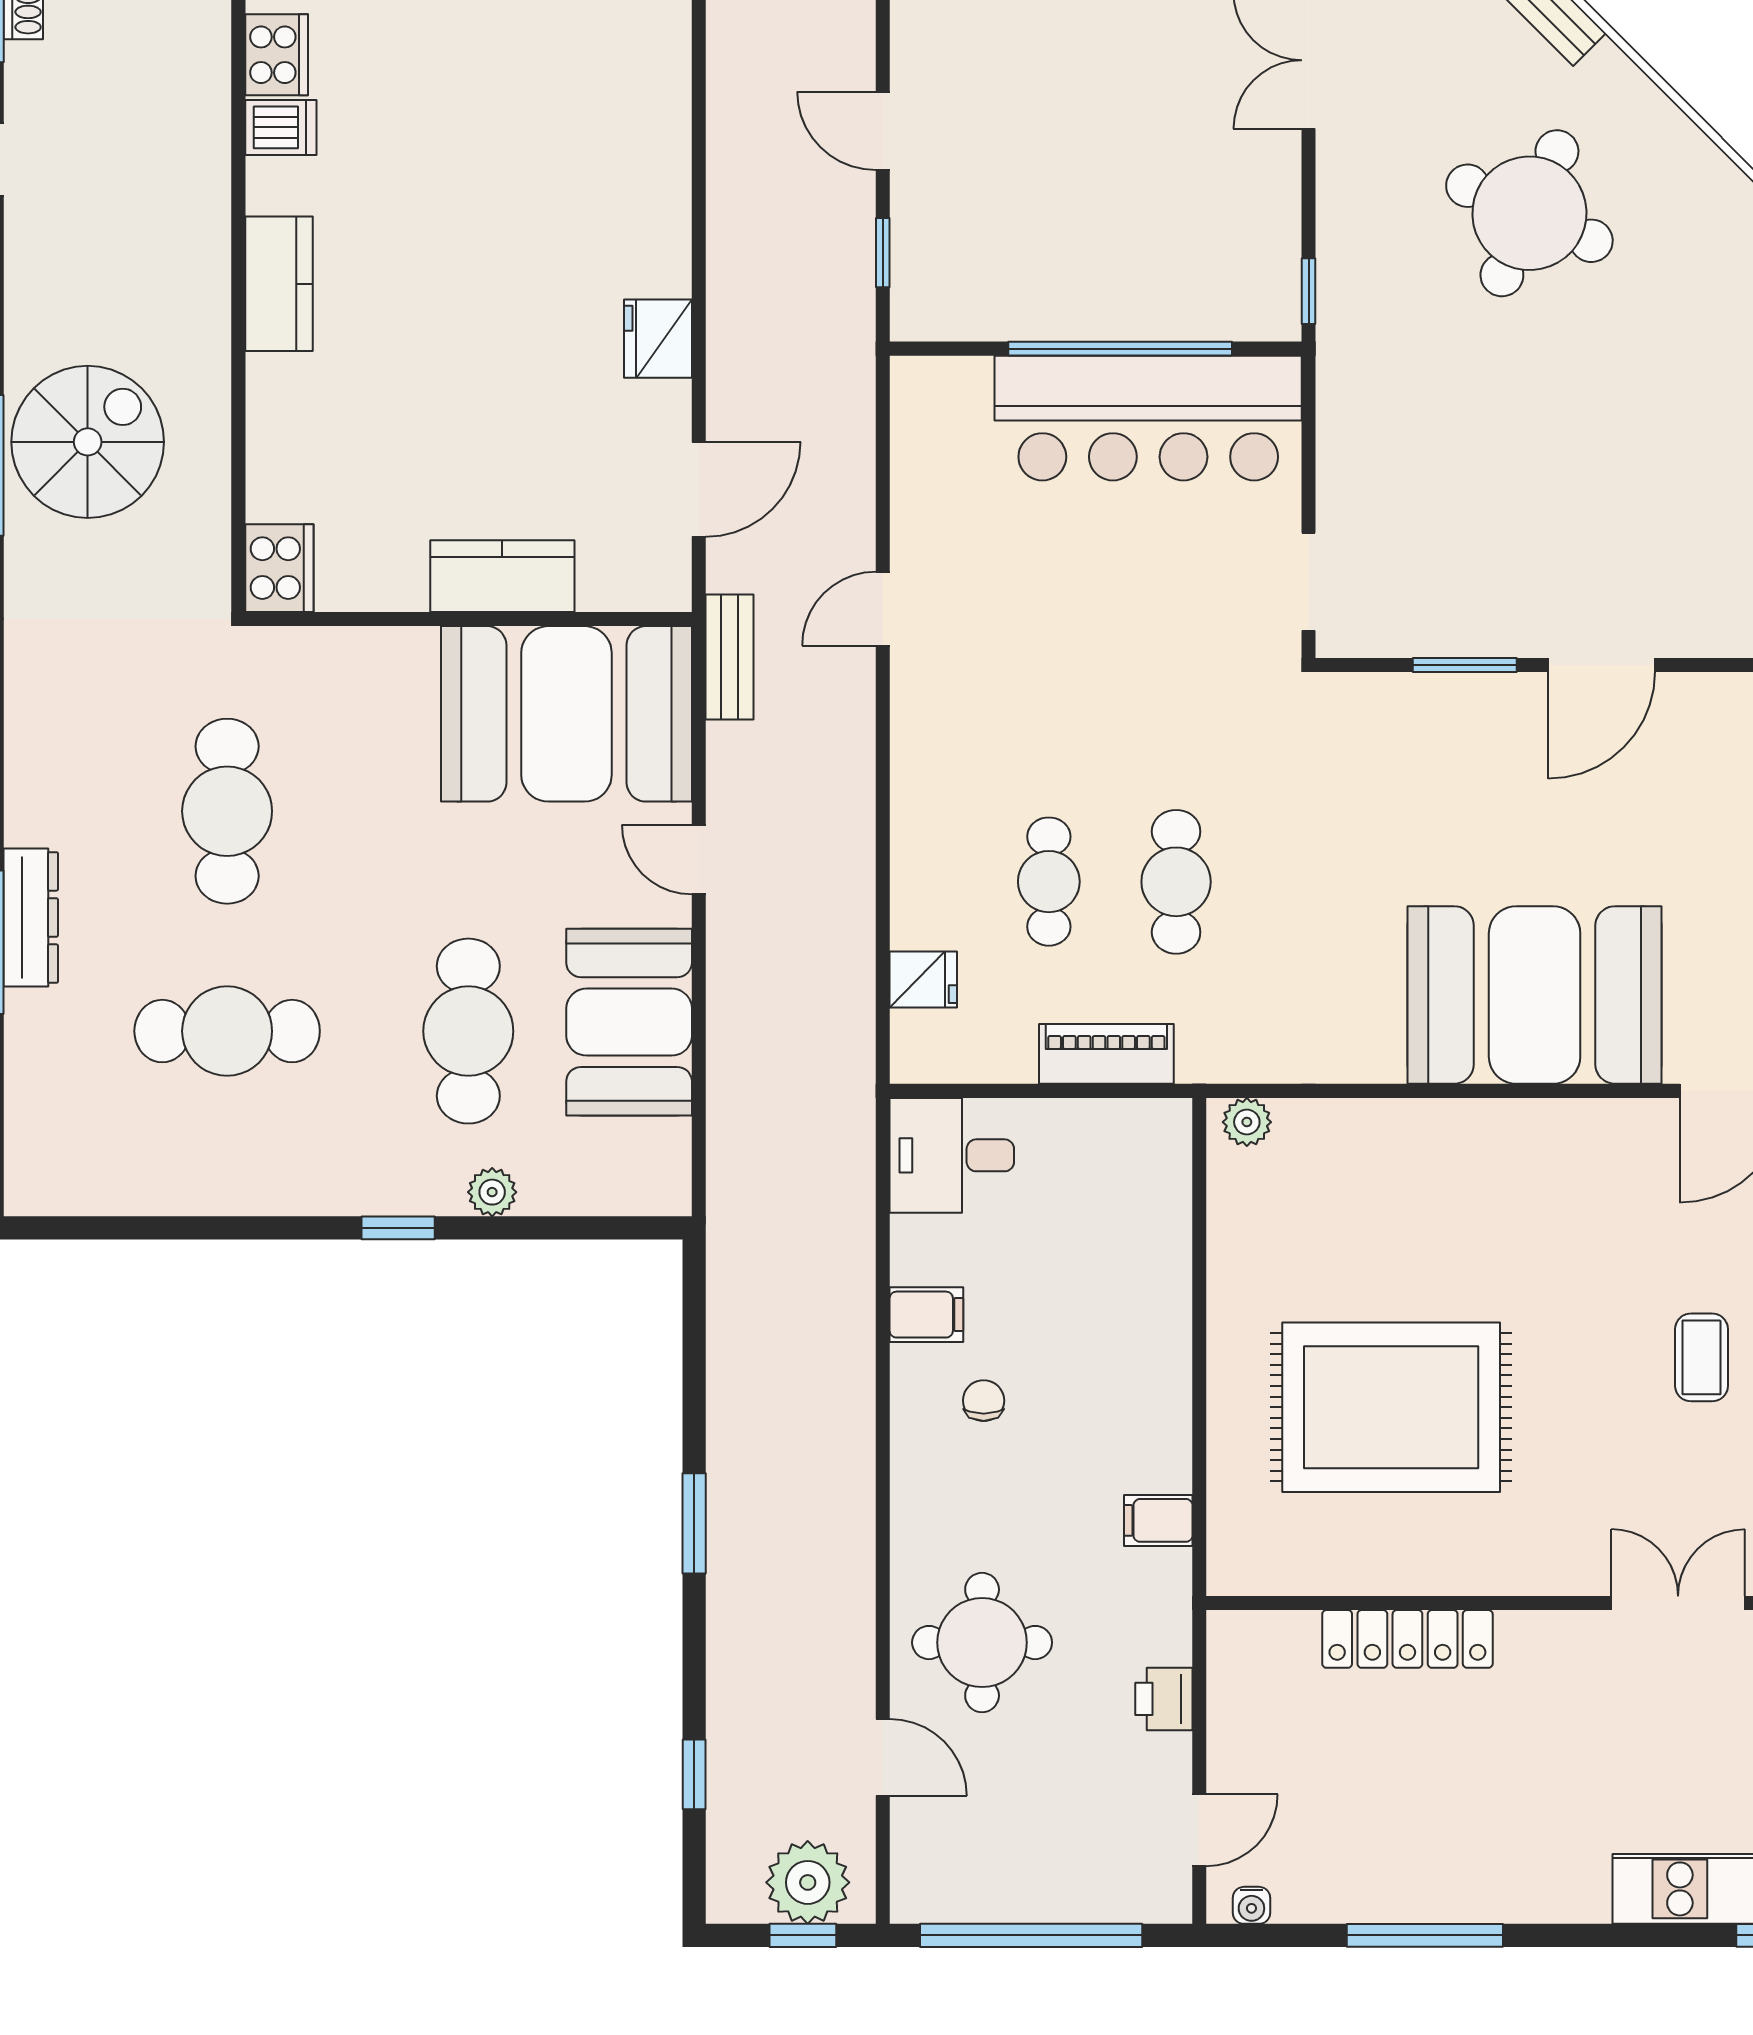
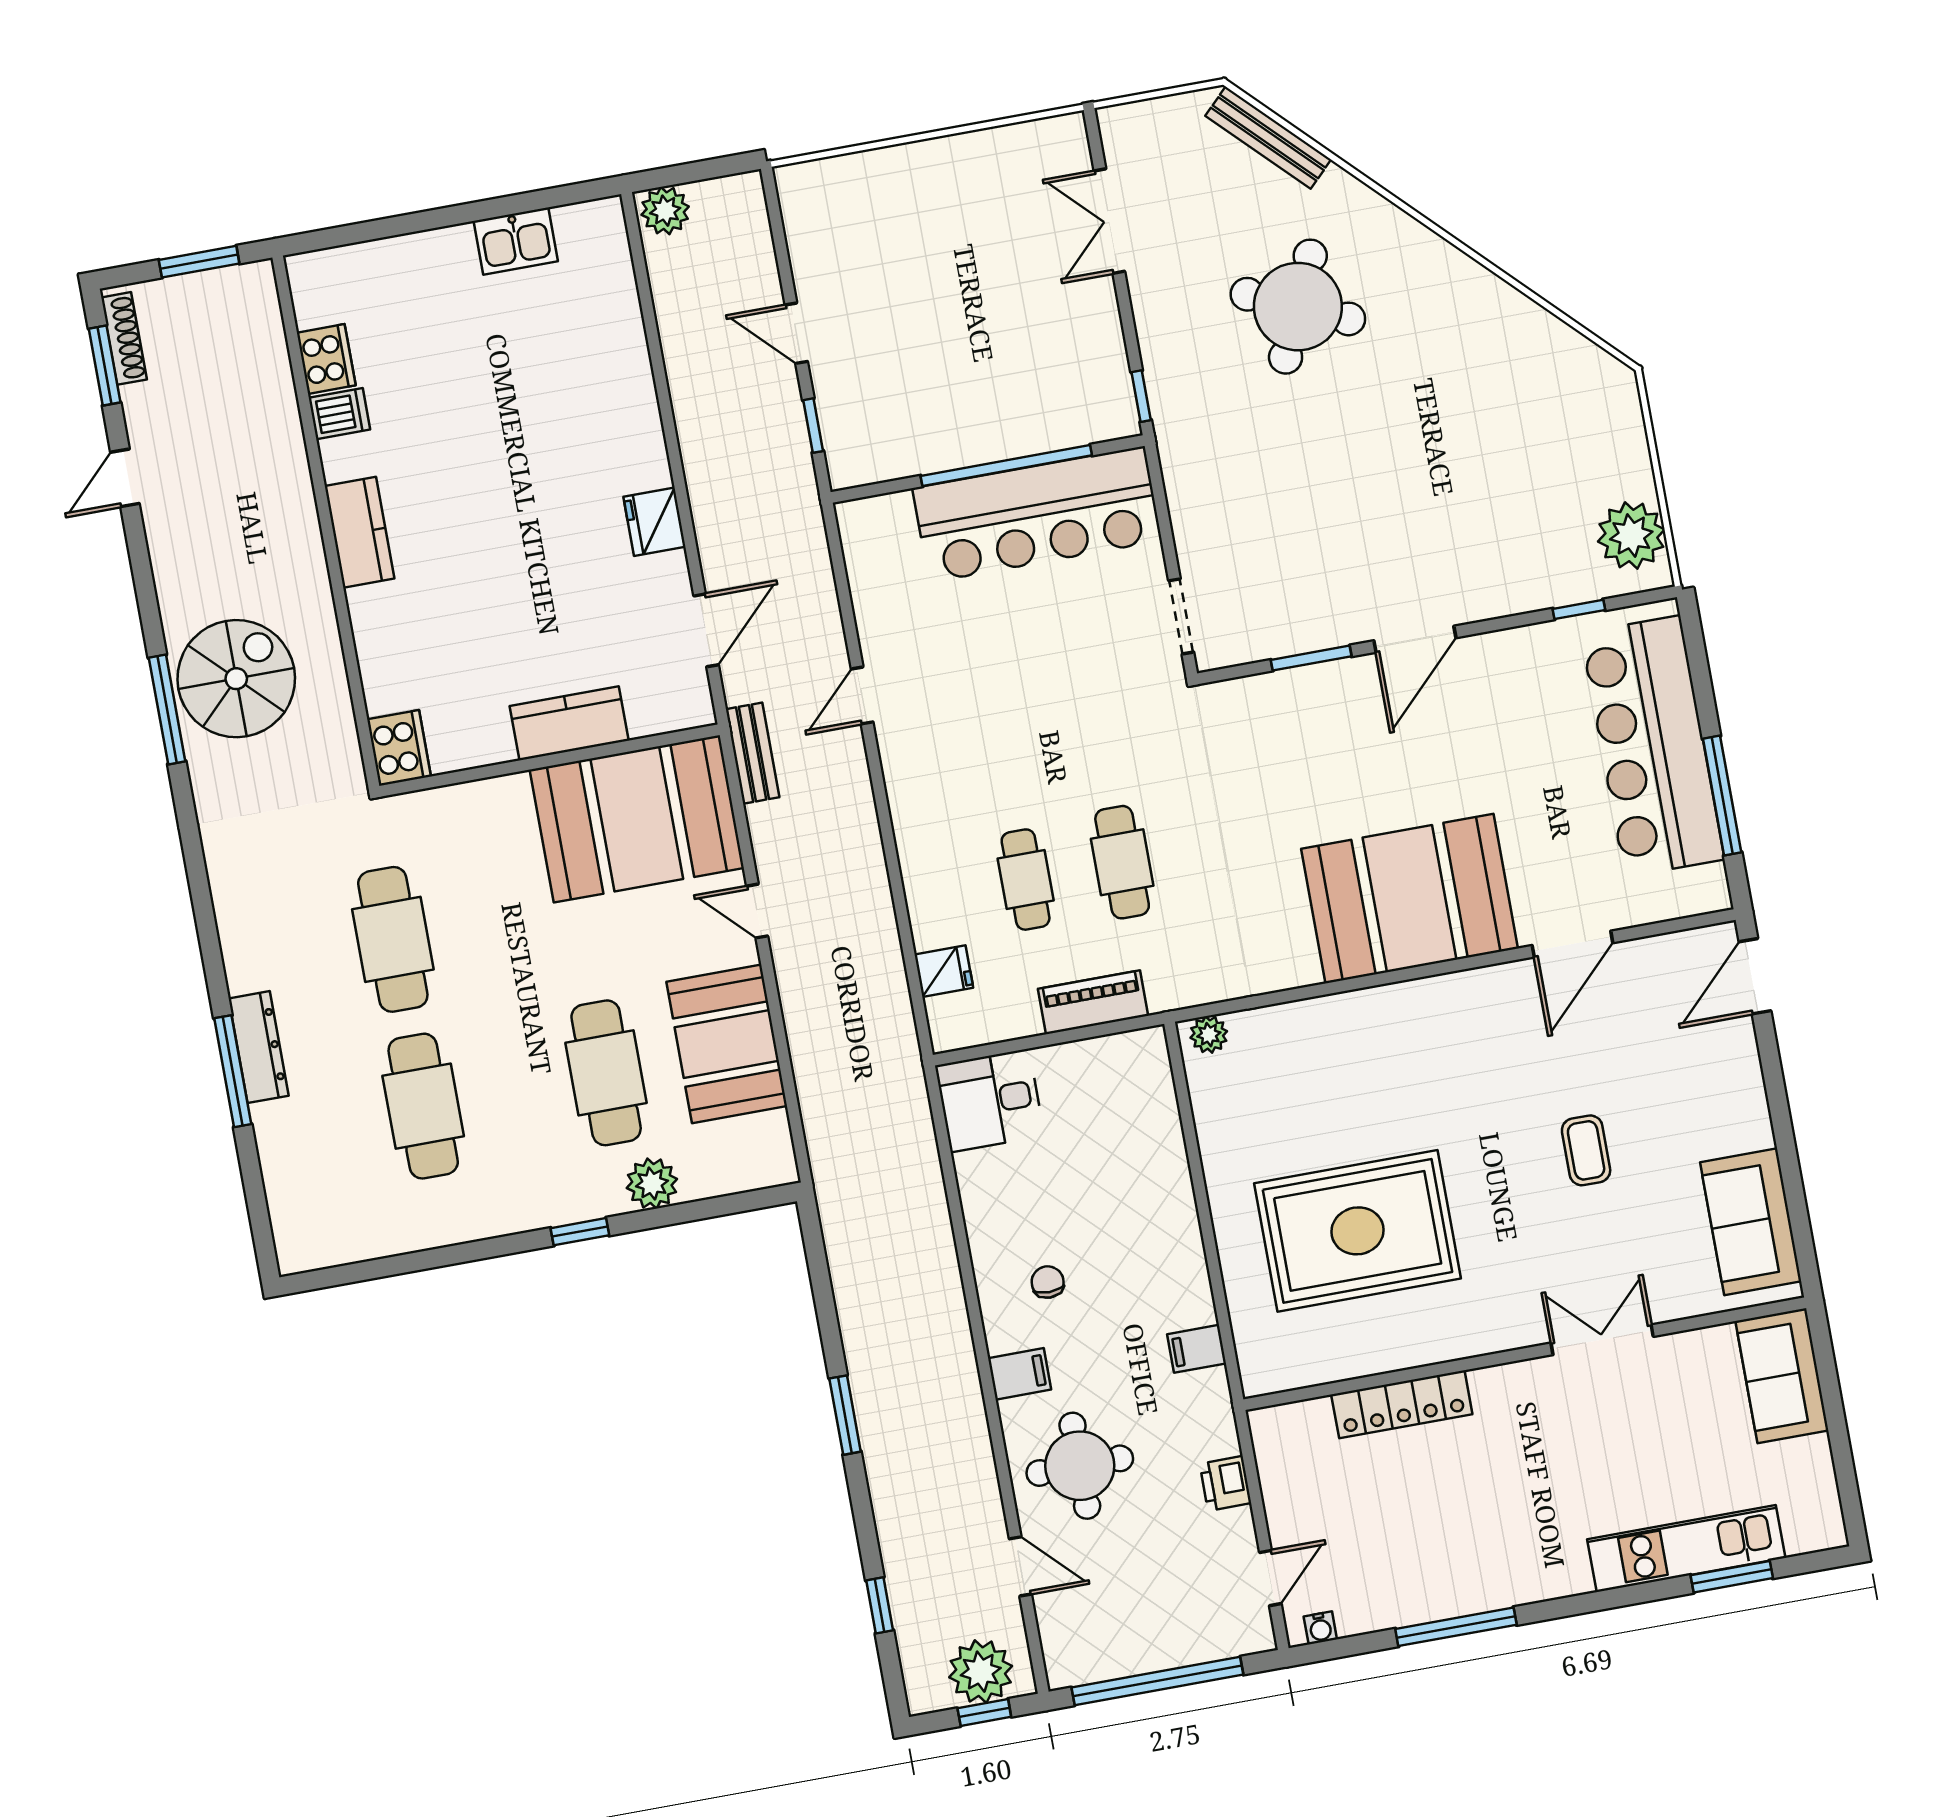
cafe table: (227, 1031) -> (423, 1106), turned 90
plant: (492, 1192) -> (652, 1184), width x1.38, depth x1.38
filing cabinet: (926, 1315) -> (1020, 1374), moved

